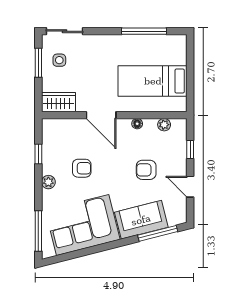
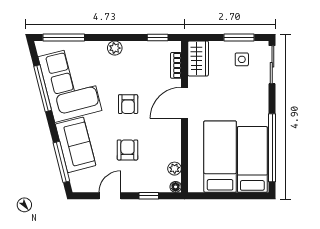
window: (144, 31) -> (272, 148), width x1.46
bed: (155, 50) -> (252, 159), added
bookcase: (65, 123) -> (176, 65), added
floor lamp: (137, 124) -> (176, 187), moved
window: (38, 154) -> (158, 38), moved
armchair: (82, 168) -> (128, 104), moved
window: (87, 251) -> (43, 88), added

